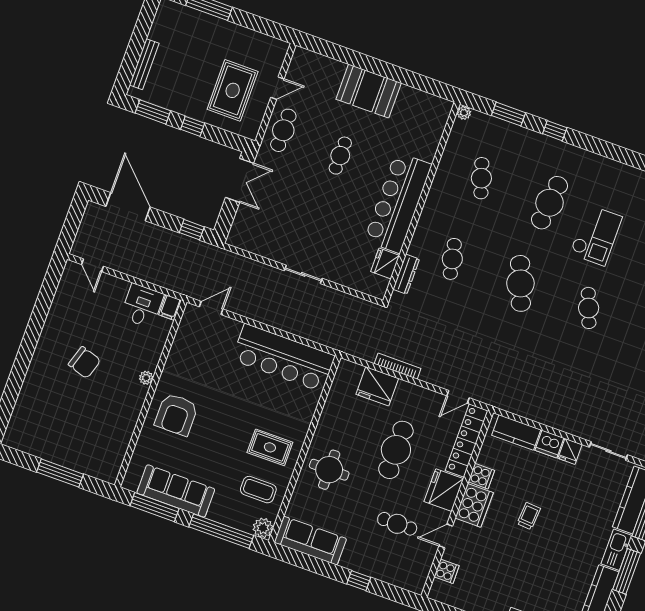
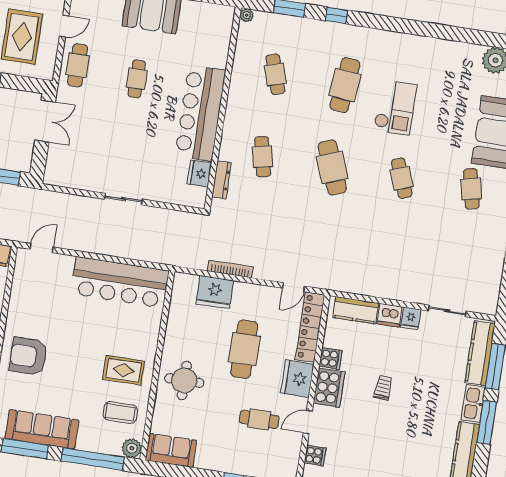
armchair: (176, 415) -> (28, 356), turned 90
sofa: (310, 541) -> (171, 450), width x0.73

